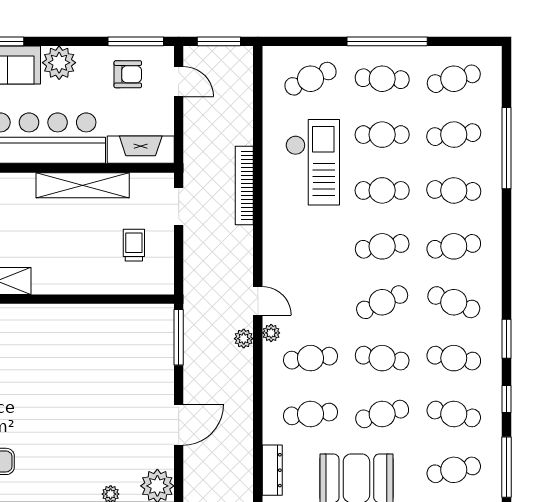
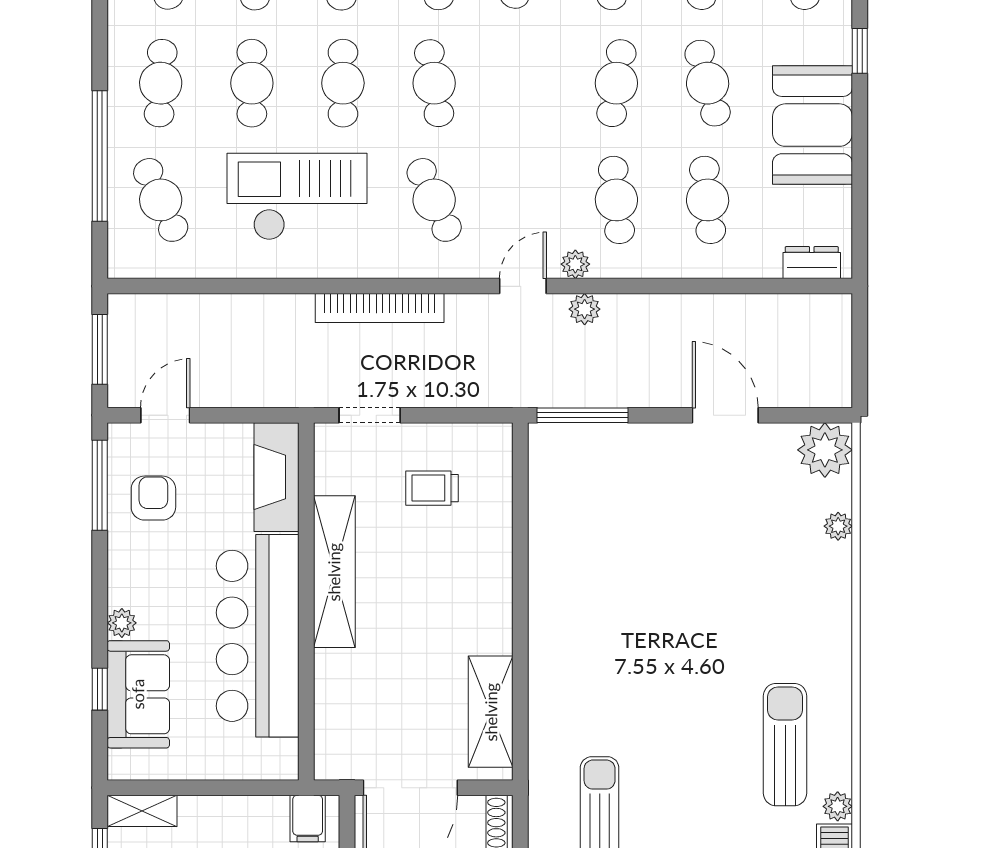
window: (387, 41) -> (100, 156), moved
plant: (59, 63) -> (122, 623), width x0.53, depth x0.53
bookcase: (244, 186) -> (380, 308), moved
cafe table: (382, 302) -> (434, 200), moved
dresser: (272, 470) -> (812, 263), width x0.70

